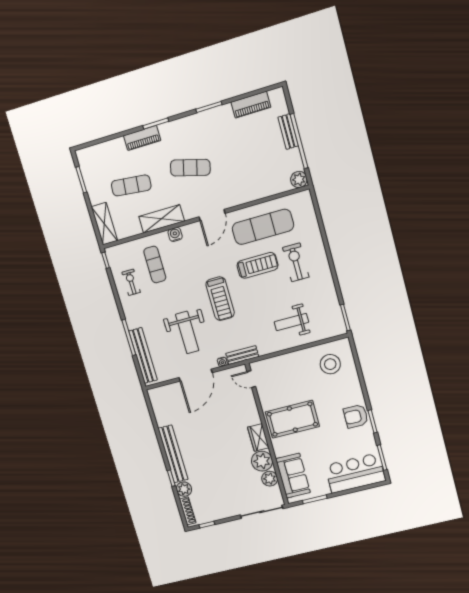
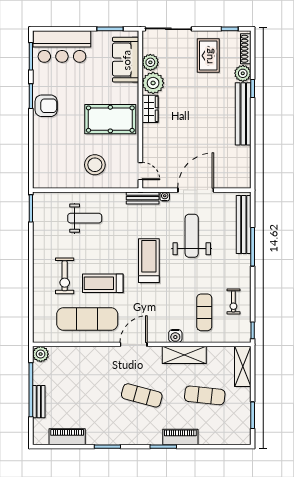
stool: (330, 364) -> (95, 165), moved
rug: (219, 497) -> (208, 56), added

